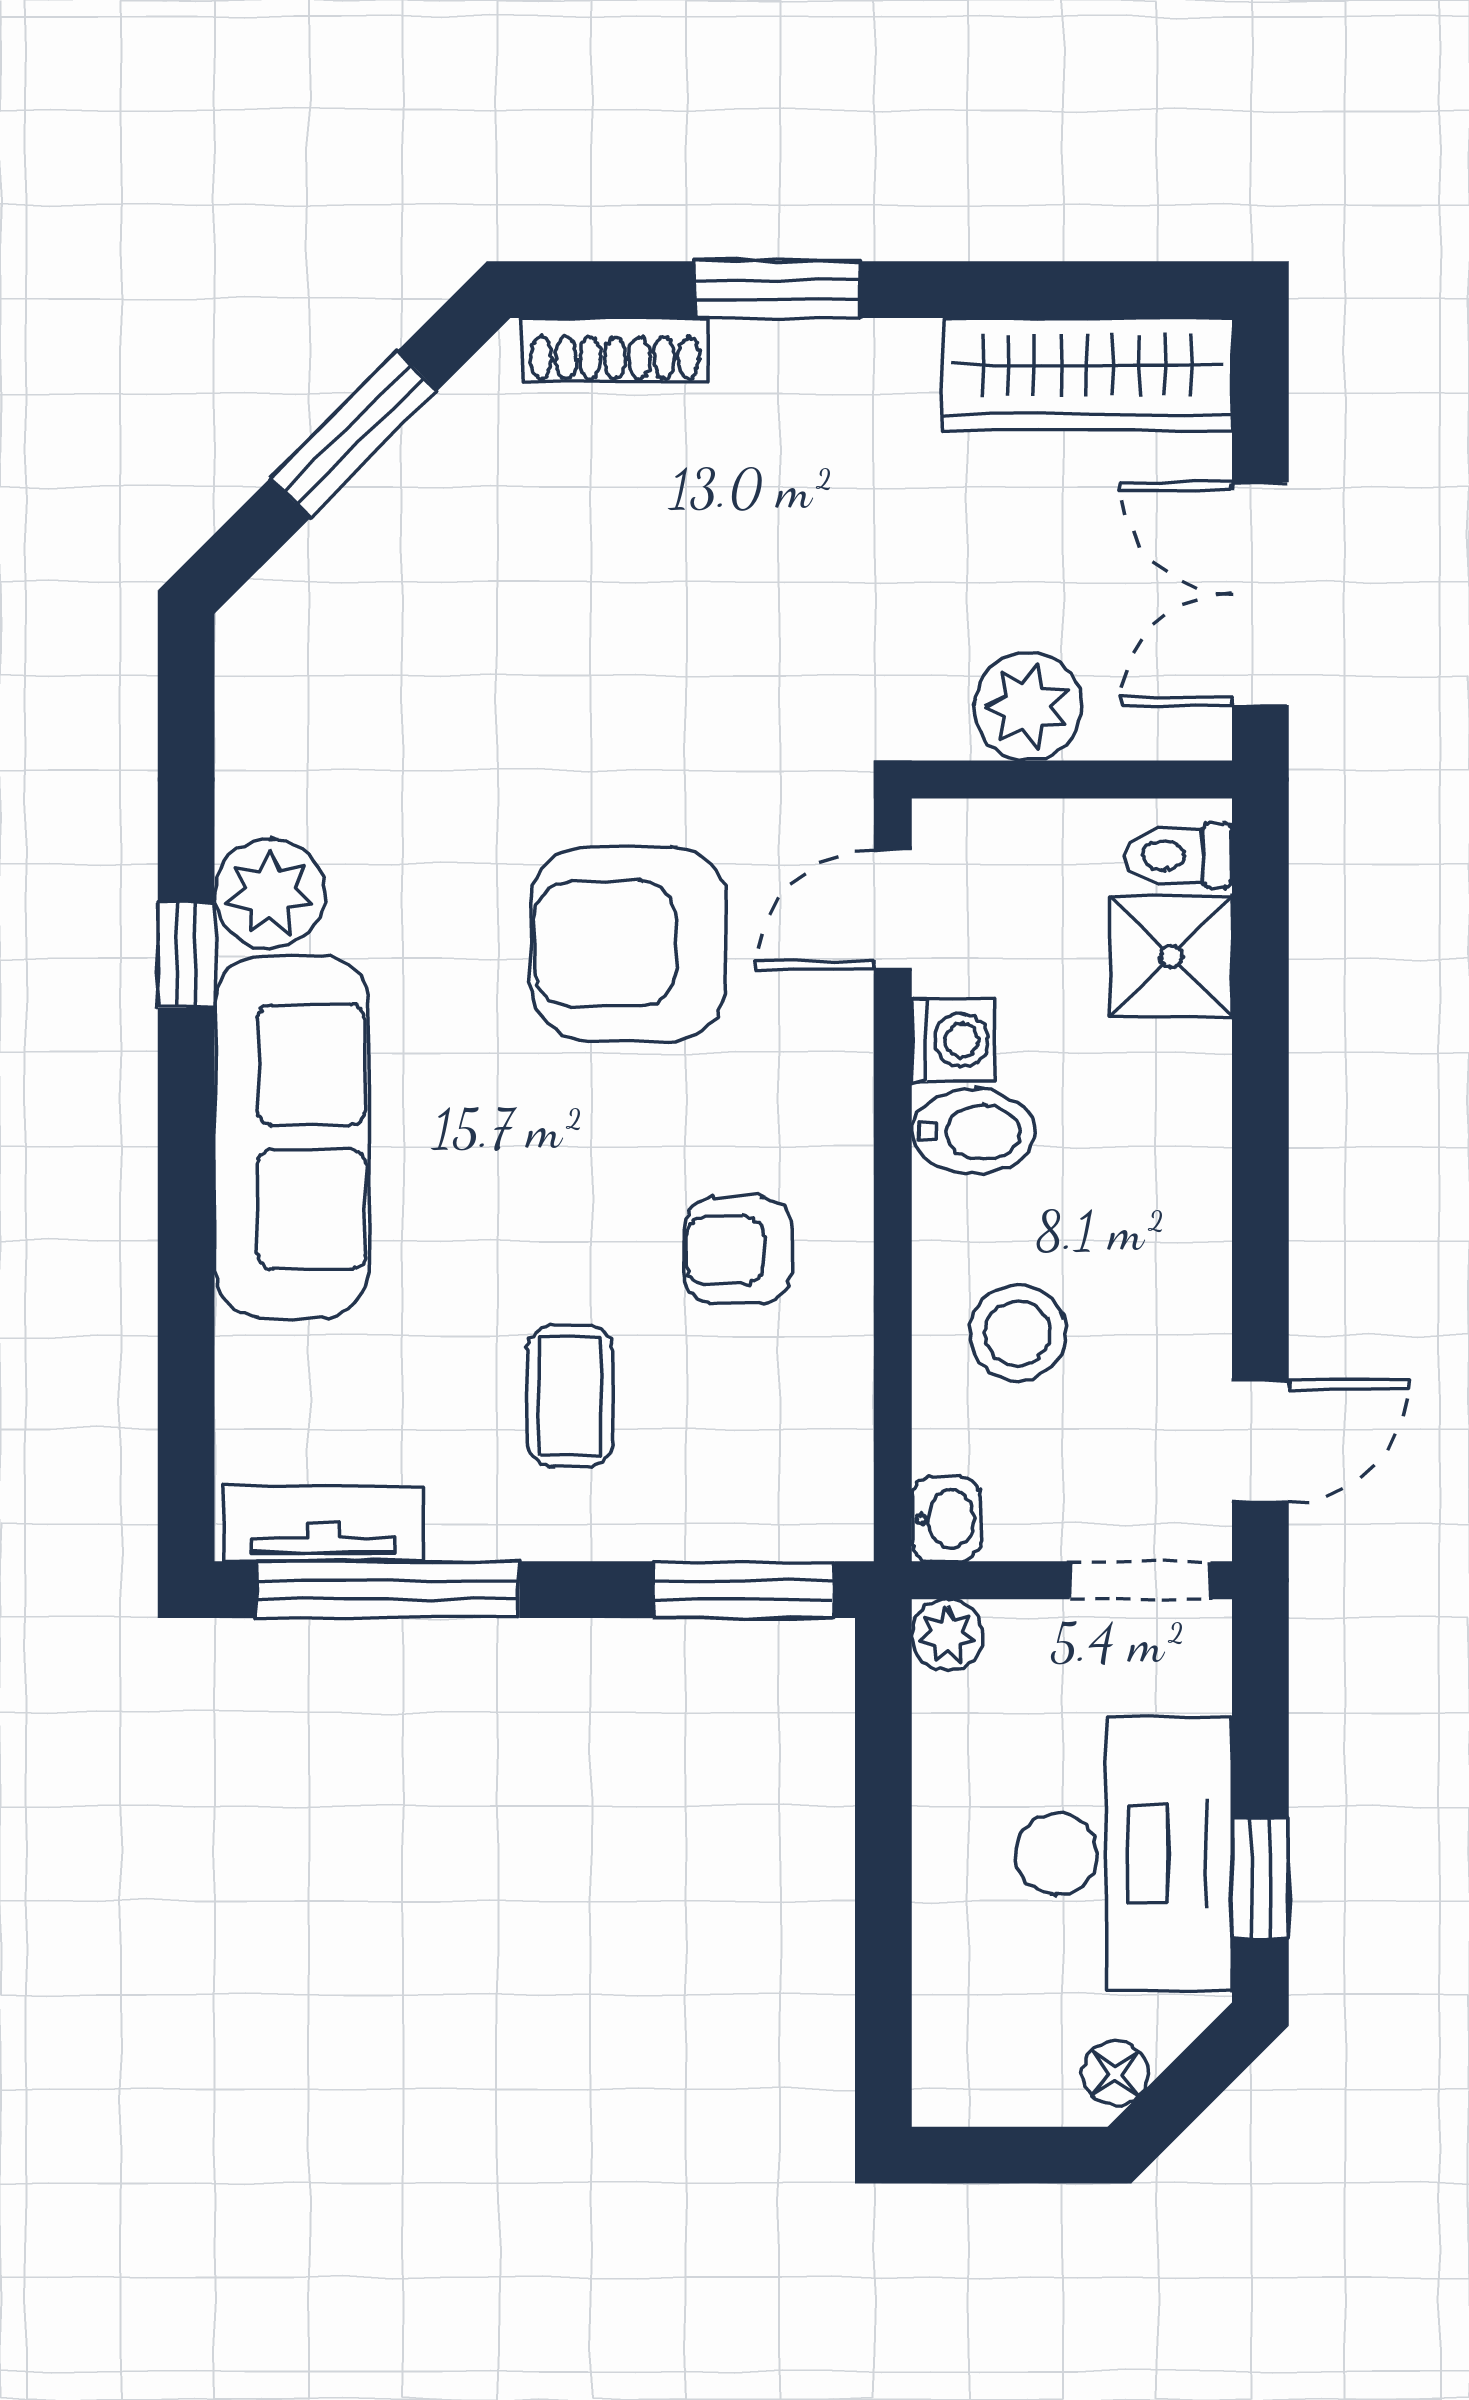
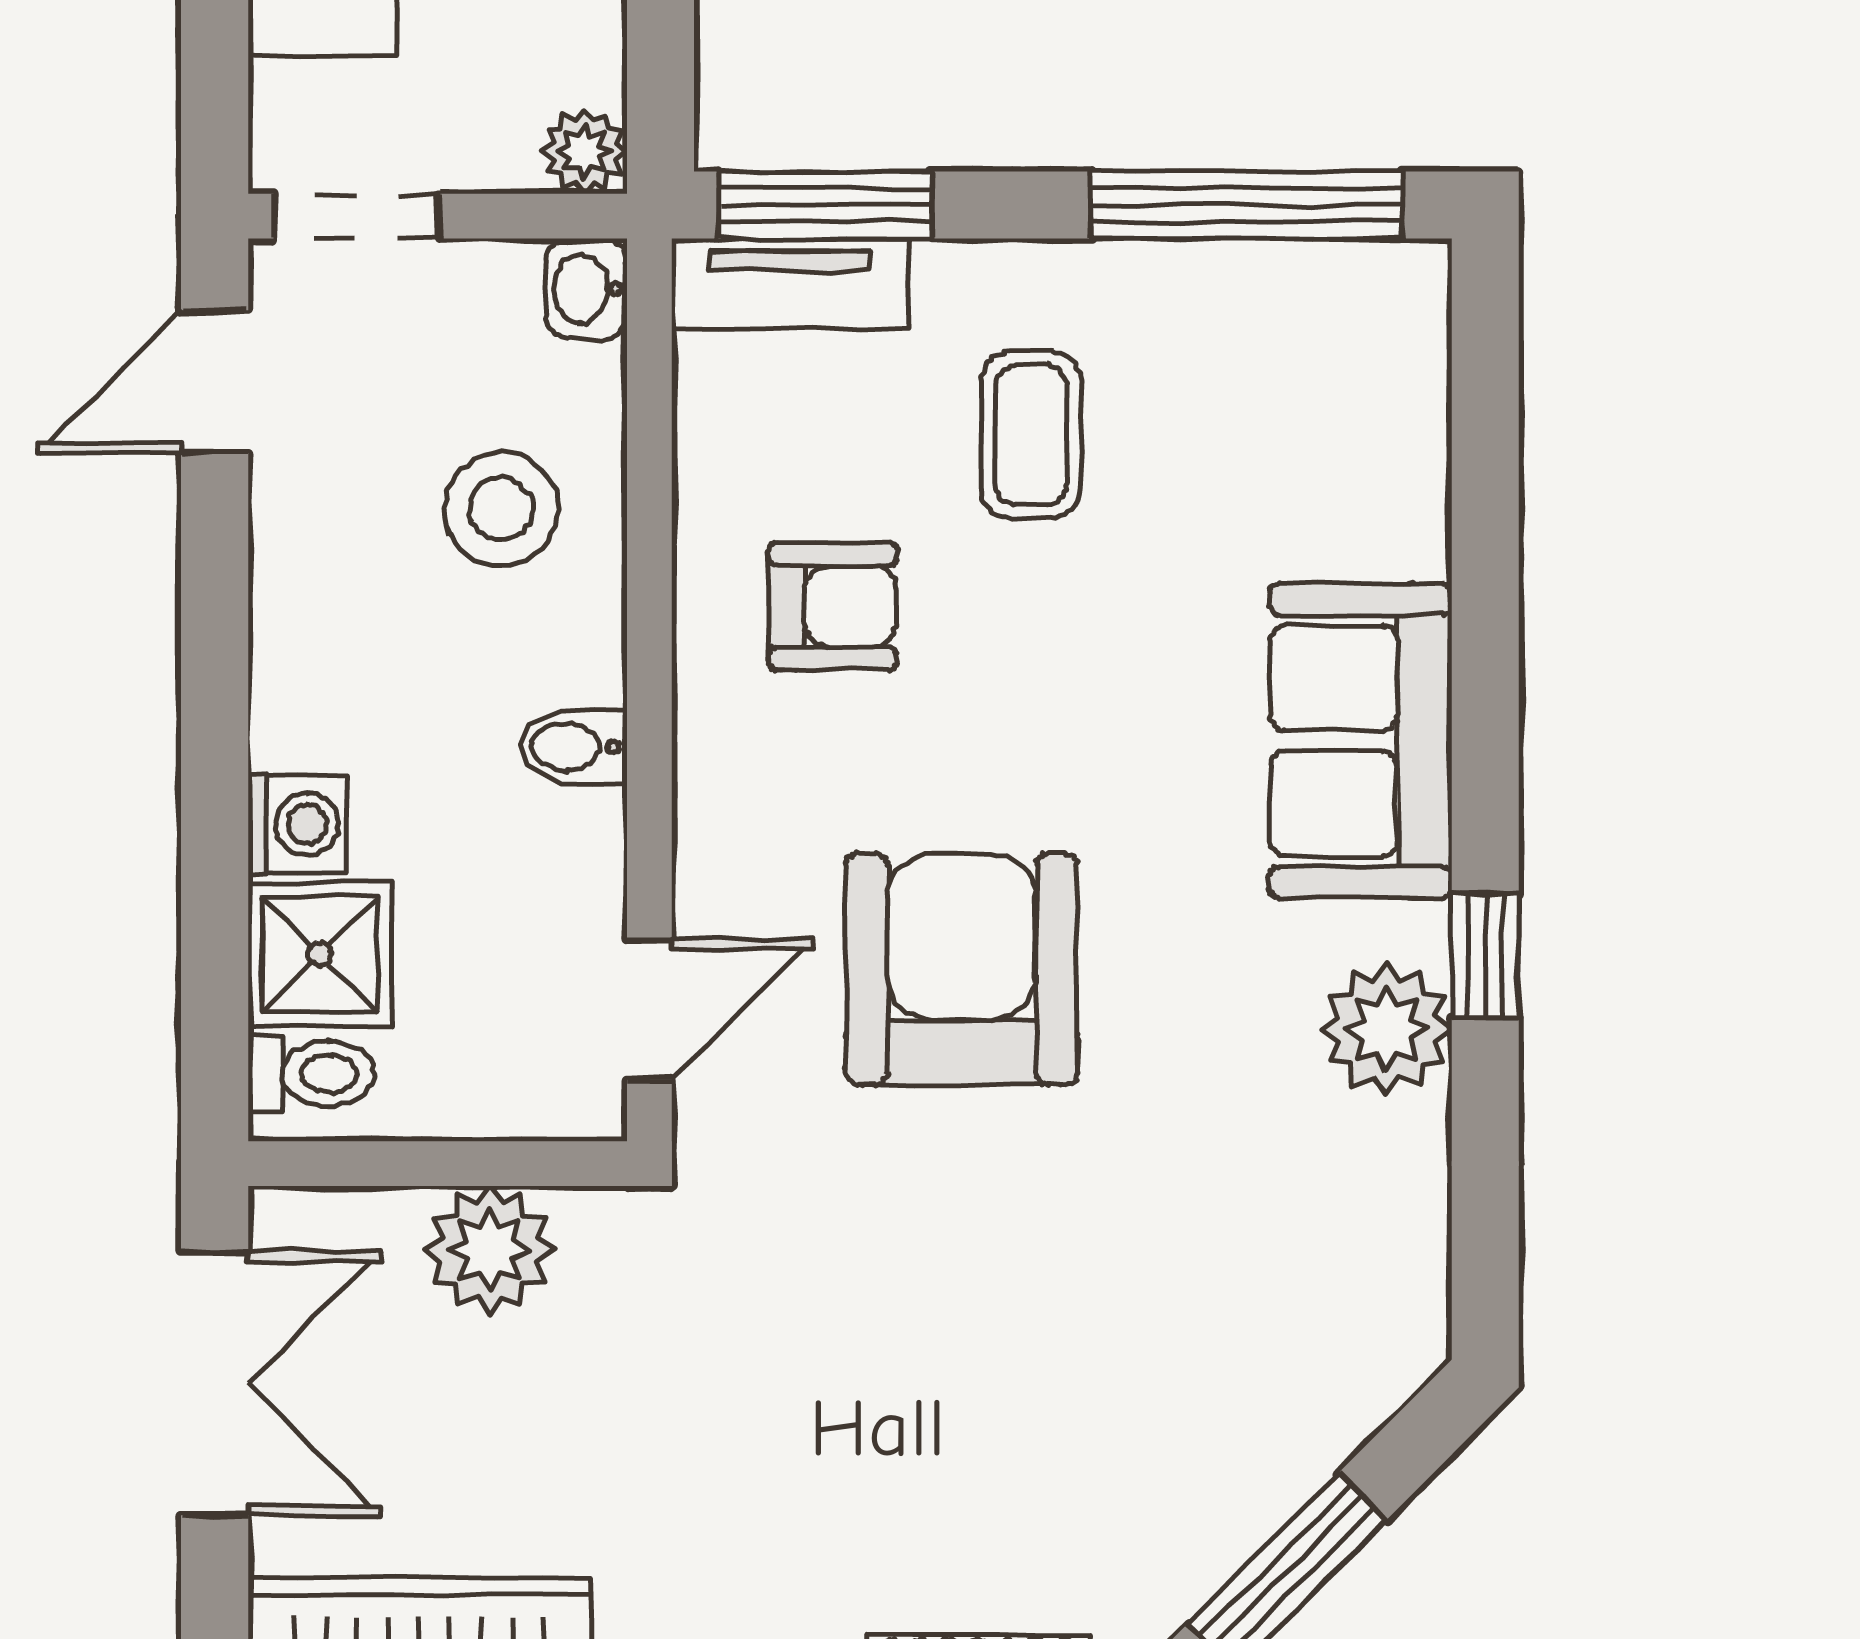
armchair: (629, 944) -> (962, 969), turned -90
washing machine: (953, 1040) -> (297, 824), moved, turned 180
bidet: (974, 1132) -> (573, 747), width x0.72, depth x0.74
sofa: (291, 1137) -> (1361, 741), width x0.73
tv unit: (324, 1523) -> (790, 284), moved

